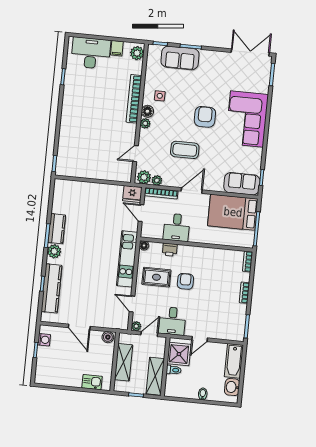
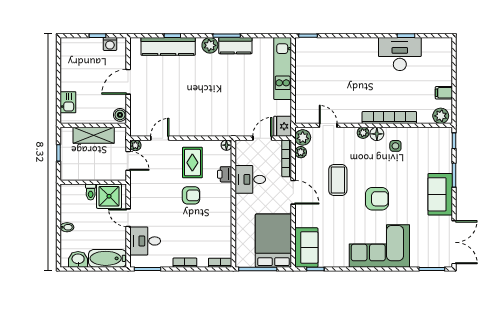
desk: (91, 53) -> (400, 54), moved, turned -90
sofa: (180, 58) -> (440, 194), moved
kitchen unit: (127, 259) -> (283, 69), moved, turned -90
desk: (172, 321) -> (145, 241), moved
shelving: (155, 376) -> (82, 172), removed

